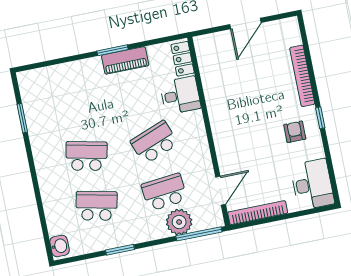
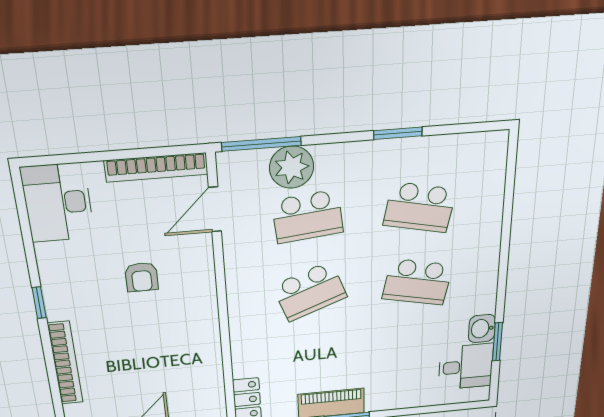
desk: (180, 95) -> (466, 367), moved, turned 180
armchair: (295, 132) -> (142, 277), moved
washbasin: (59, 246) -> (482, 329), moved

